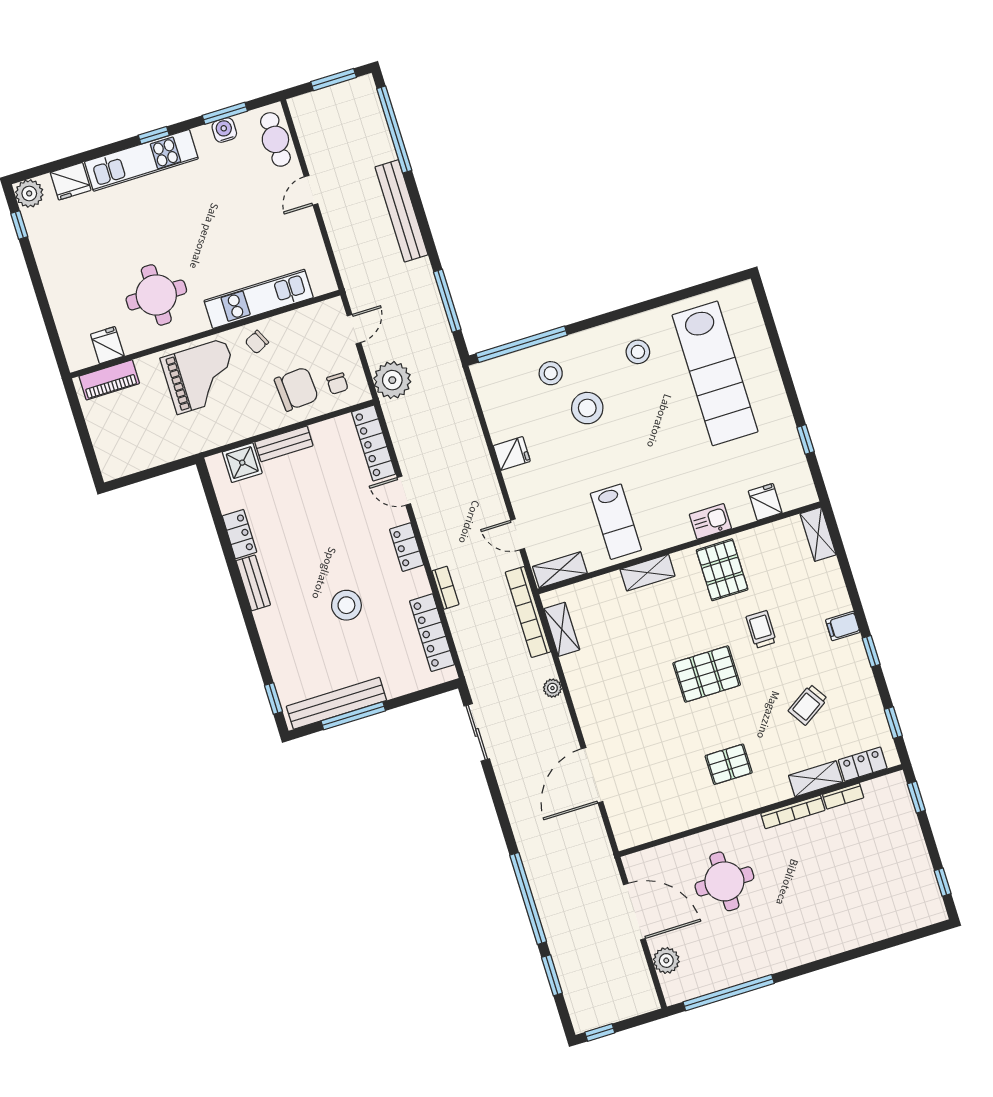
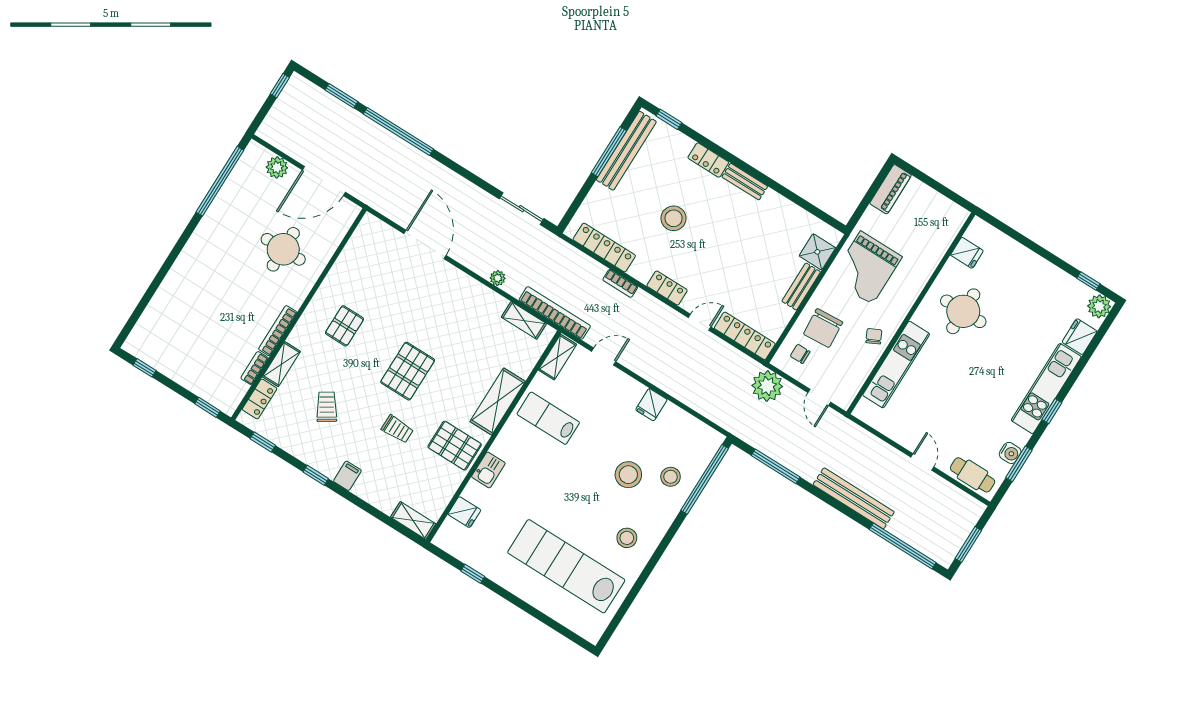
grand piano: (201, 376) -> (866, 268), moved
piano: (109, 380) -> (891, 189), moved, turned 180
locker: (239, 534) -> (708, 160), moved
shelving: (648, 573) -> (498, 401), width x1.50, depth x1.33

